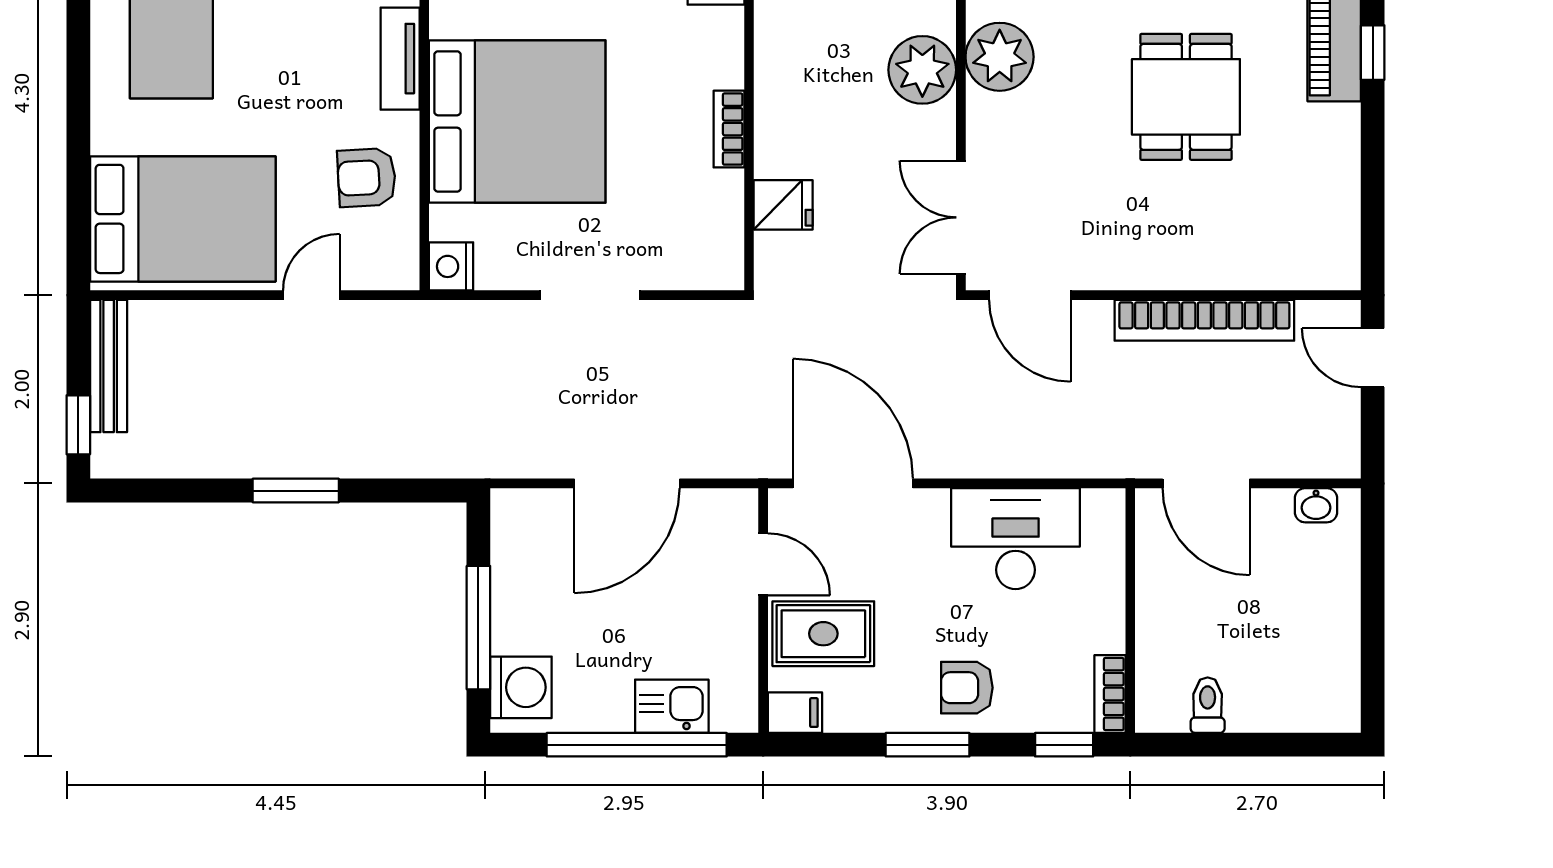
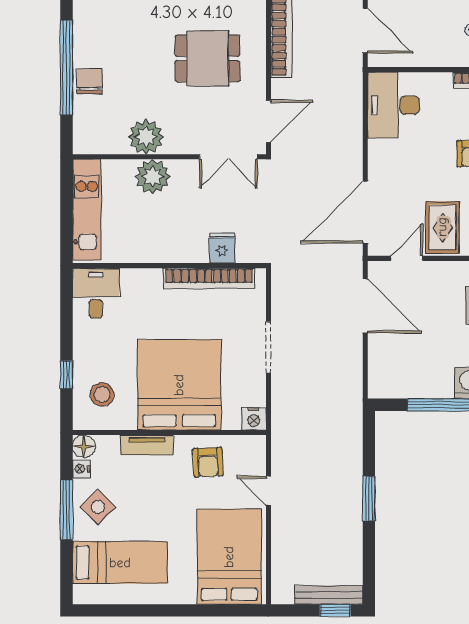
dining table: (1186, 97) -> (208, 58), moved
bookcase: (729, 129) -> (209, 278), width x2.31, depth x1.31
bench: (109, 366) -> (329, 595), moved
door: (627, 483) -> (365, 306), moved
door: (1206, 483) -> (365, 31), hinge flipped
desk: (1016, 539) -> (394, 105), moved

